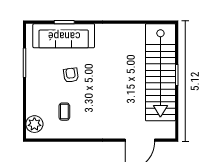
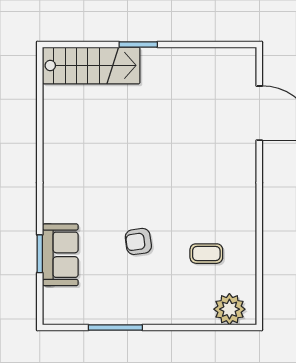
sofa: (64, 36) -> (60, 255), width x0.54, depth x0.79
stairs: (160, 72) -> (91, 65), width x0.54, depth x0.66

